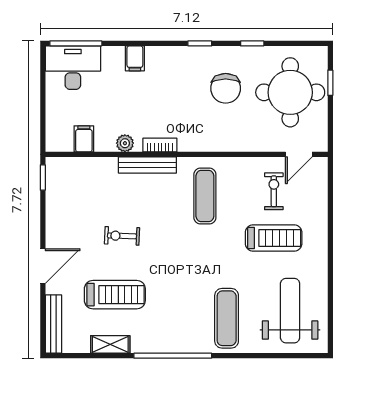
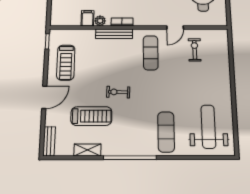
filing cabinet: (84, 139) -> (88, 18), moved
door: (299, 154) -> (175, 27), moved
exercise bike: (122, 236) -> (118, 92), moved
treadmill: (274, 238) -> (66, 63), moved, turned 90
bench: (53, 324) -> (49, 141), width x0.73

